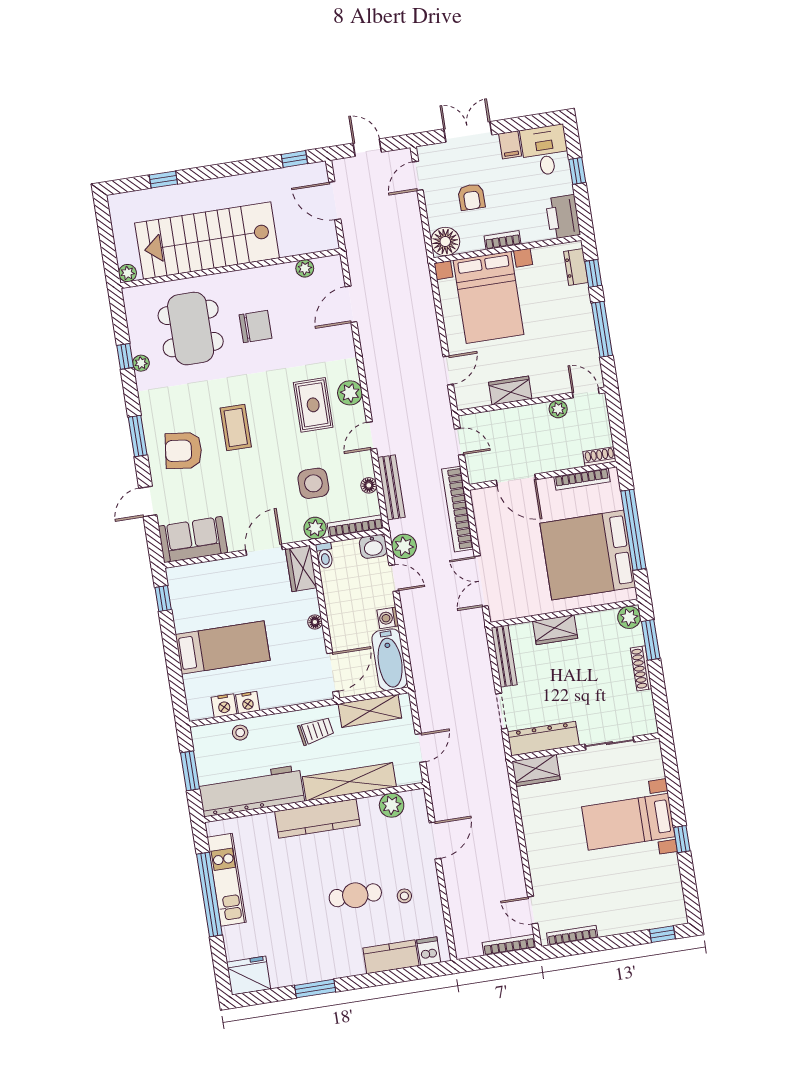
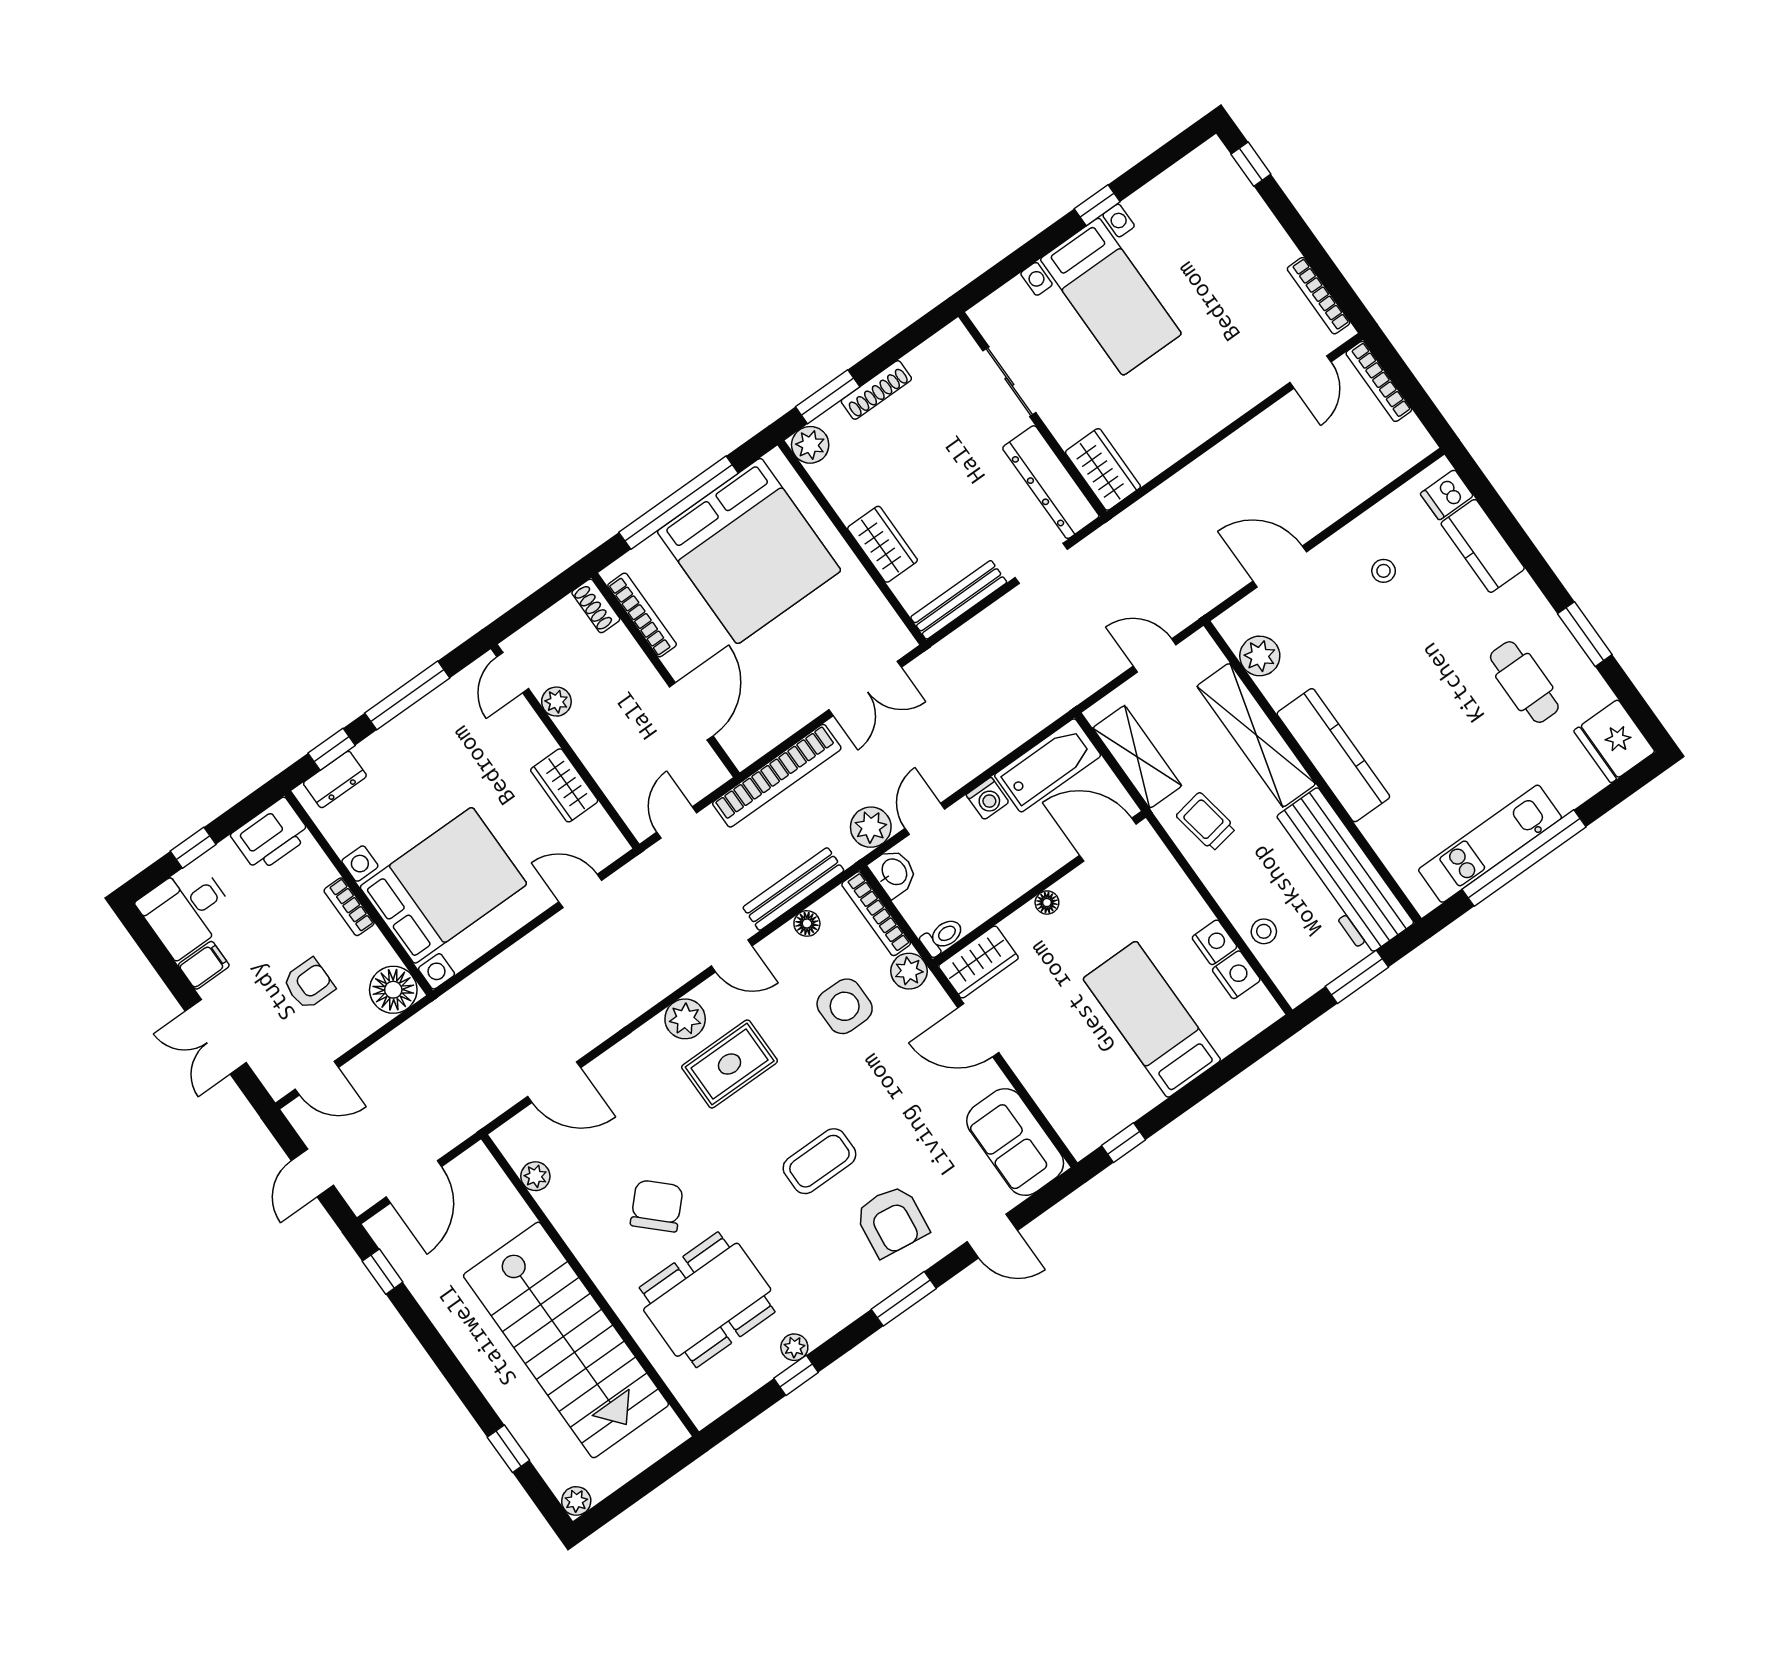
plant: (128, 273) -> (576, 1501), moved
chair: (256, 327) -> (657, 1206), turned 44
cafe table: (355, 895) -> (1524, 682), moved

